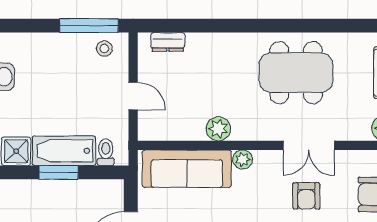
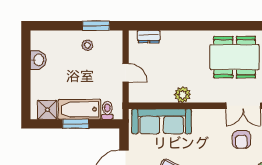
window: (89, 26) -> (96, 26), width x0.69
stool: (104, 49) -> (87, 45), moved
plant: (243, 159) -> (199, 115), removed

